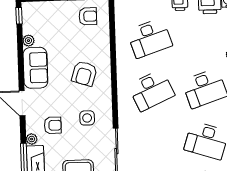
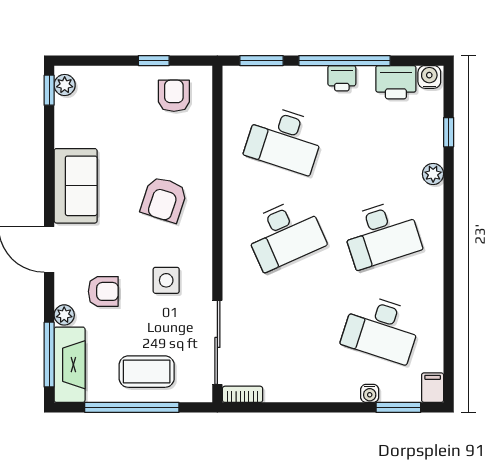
armchair: (88, 16) -> (174, 96), turned -90
desk: (150, 38) -> (285, 139), turned 36
plant: (28, 41) -> (65, 85), moved

